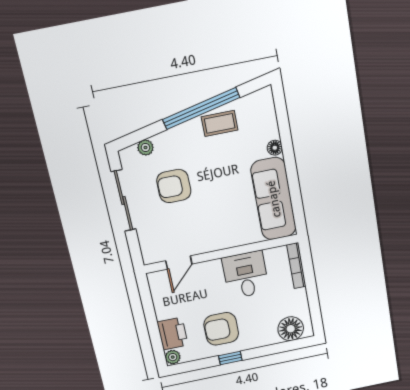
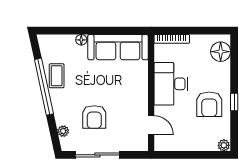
desk: (246, 275) -> (171, 84), width x1.37
printer: (172, 334) -> (205, 141), removed

